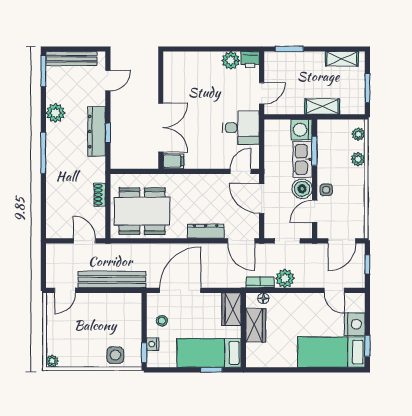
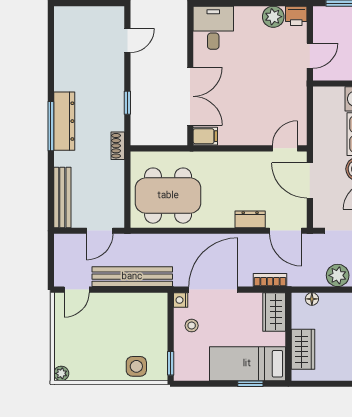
bench: (71, 59) -> (62, 197), moved, turned 90
window: (43, 71) -> (51, 29), removed
plant: (55, 113) -> (65, 79), removed
desk: (241, 128) -> (213, 28), moved, turned -90
dresser: (97, 132) -> (64, 121), moved, turned 180
shoe rack: (100, 195) -> (118, 146), moved
dresser: (206, 231) -> (250, 219), width x0.70
door: (84, 241) -> (100, 231), swing flipped
bookcase: (260, 282) -> (270, 280), moved
wardrobe: (256, 325) -> (303, 349), moved
nightstand: (153, 344) -> (181, 300), moved

